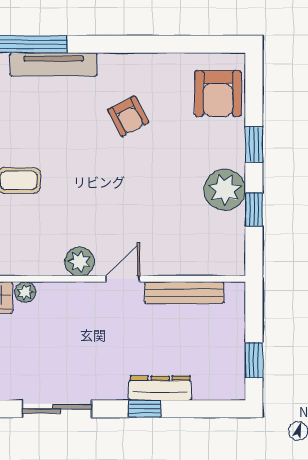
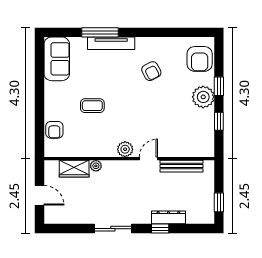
plant: (225, 190) -> (203, 97), moved

